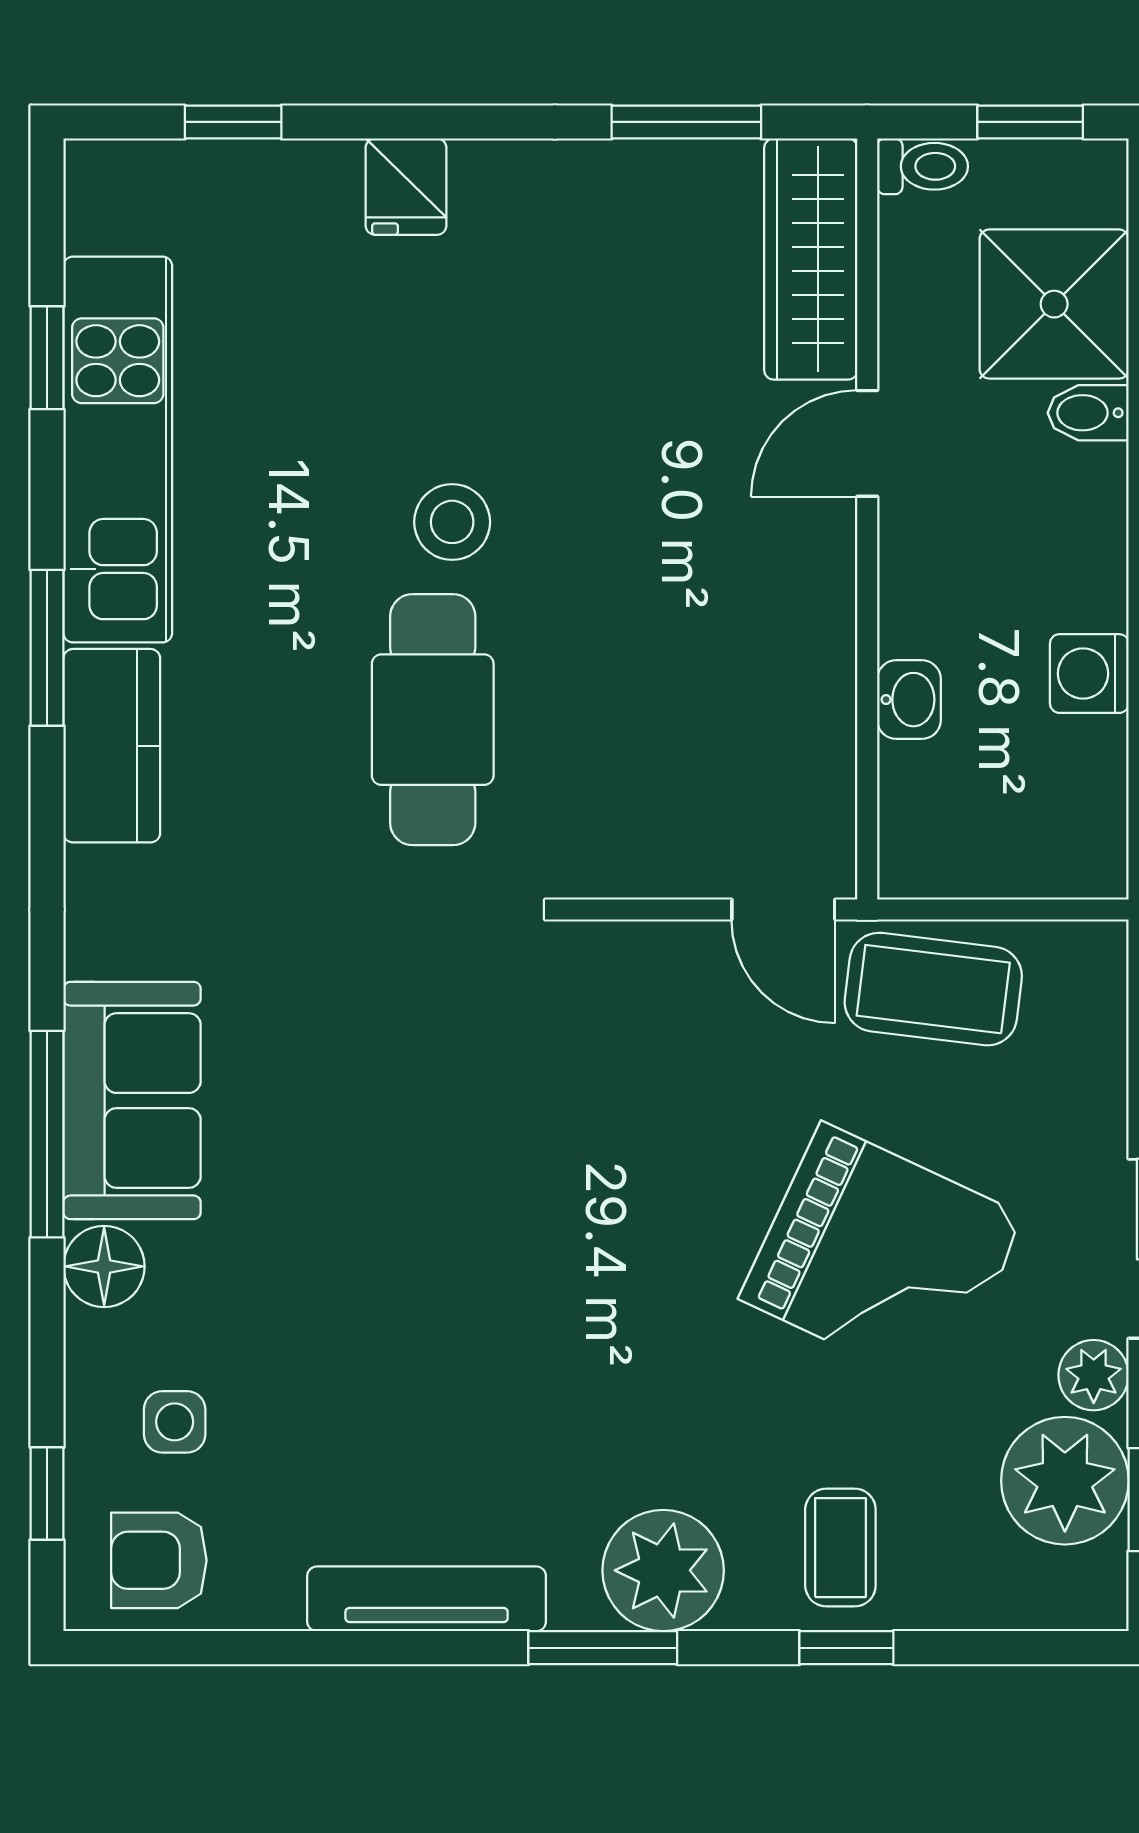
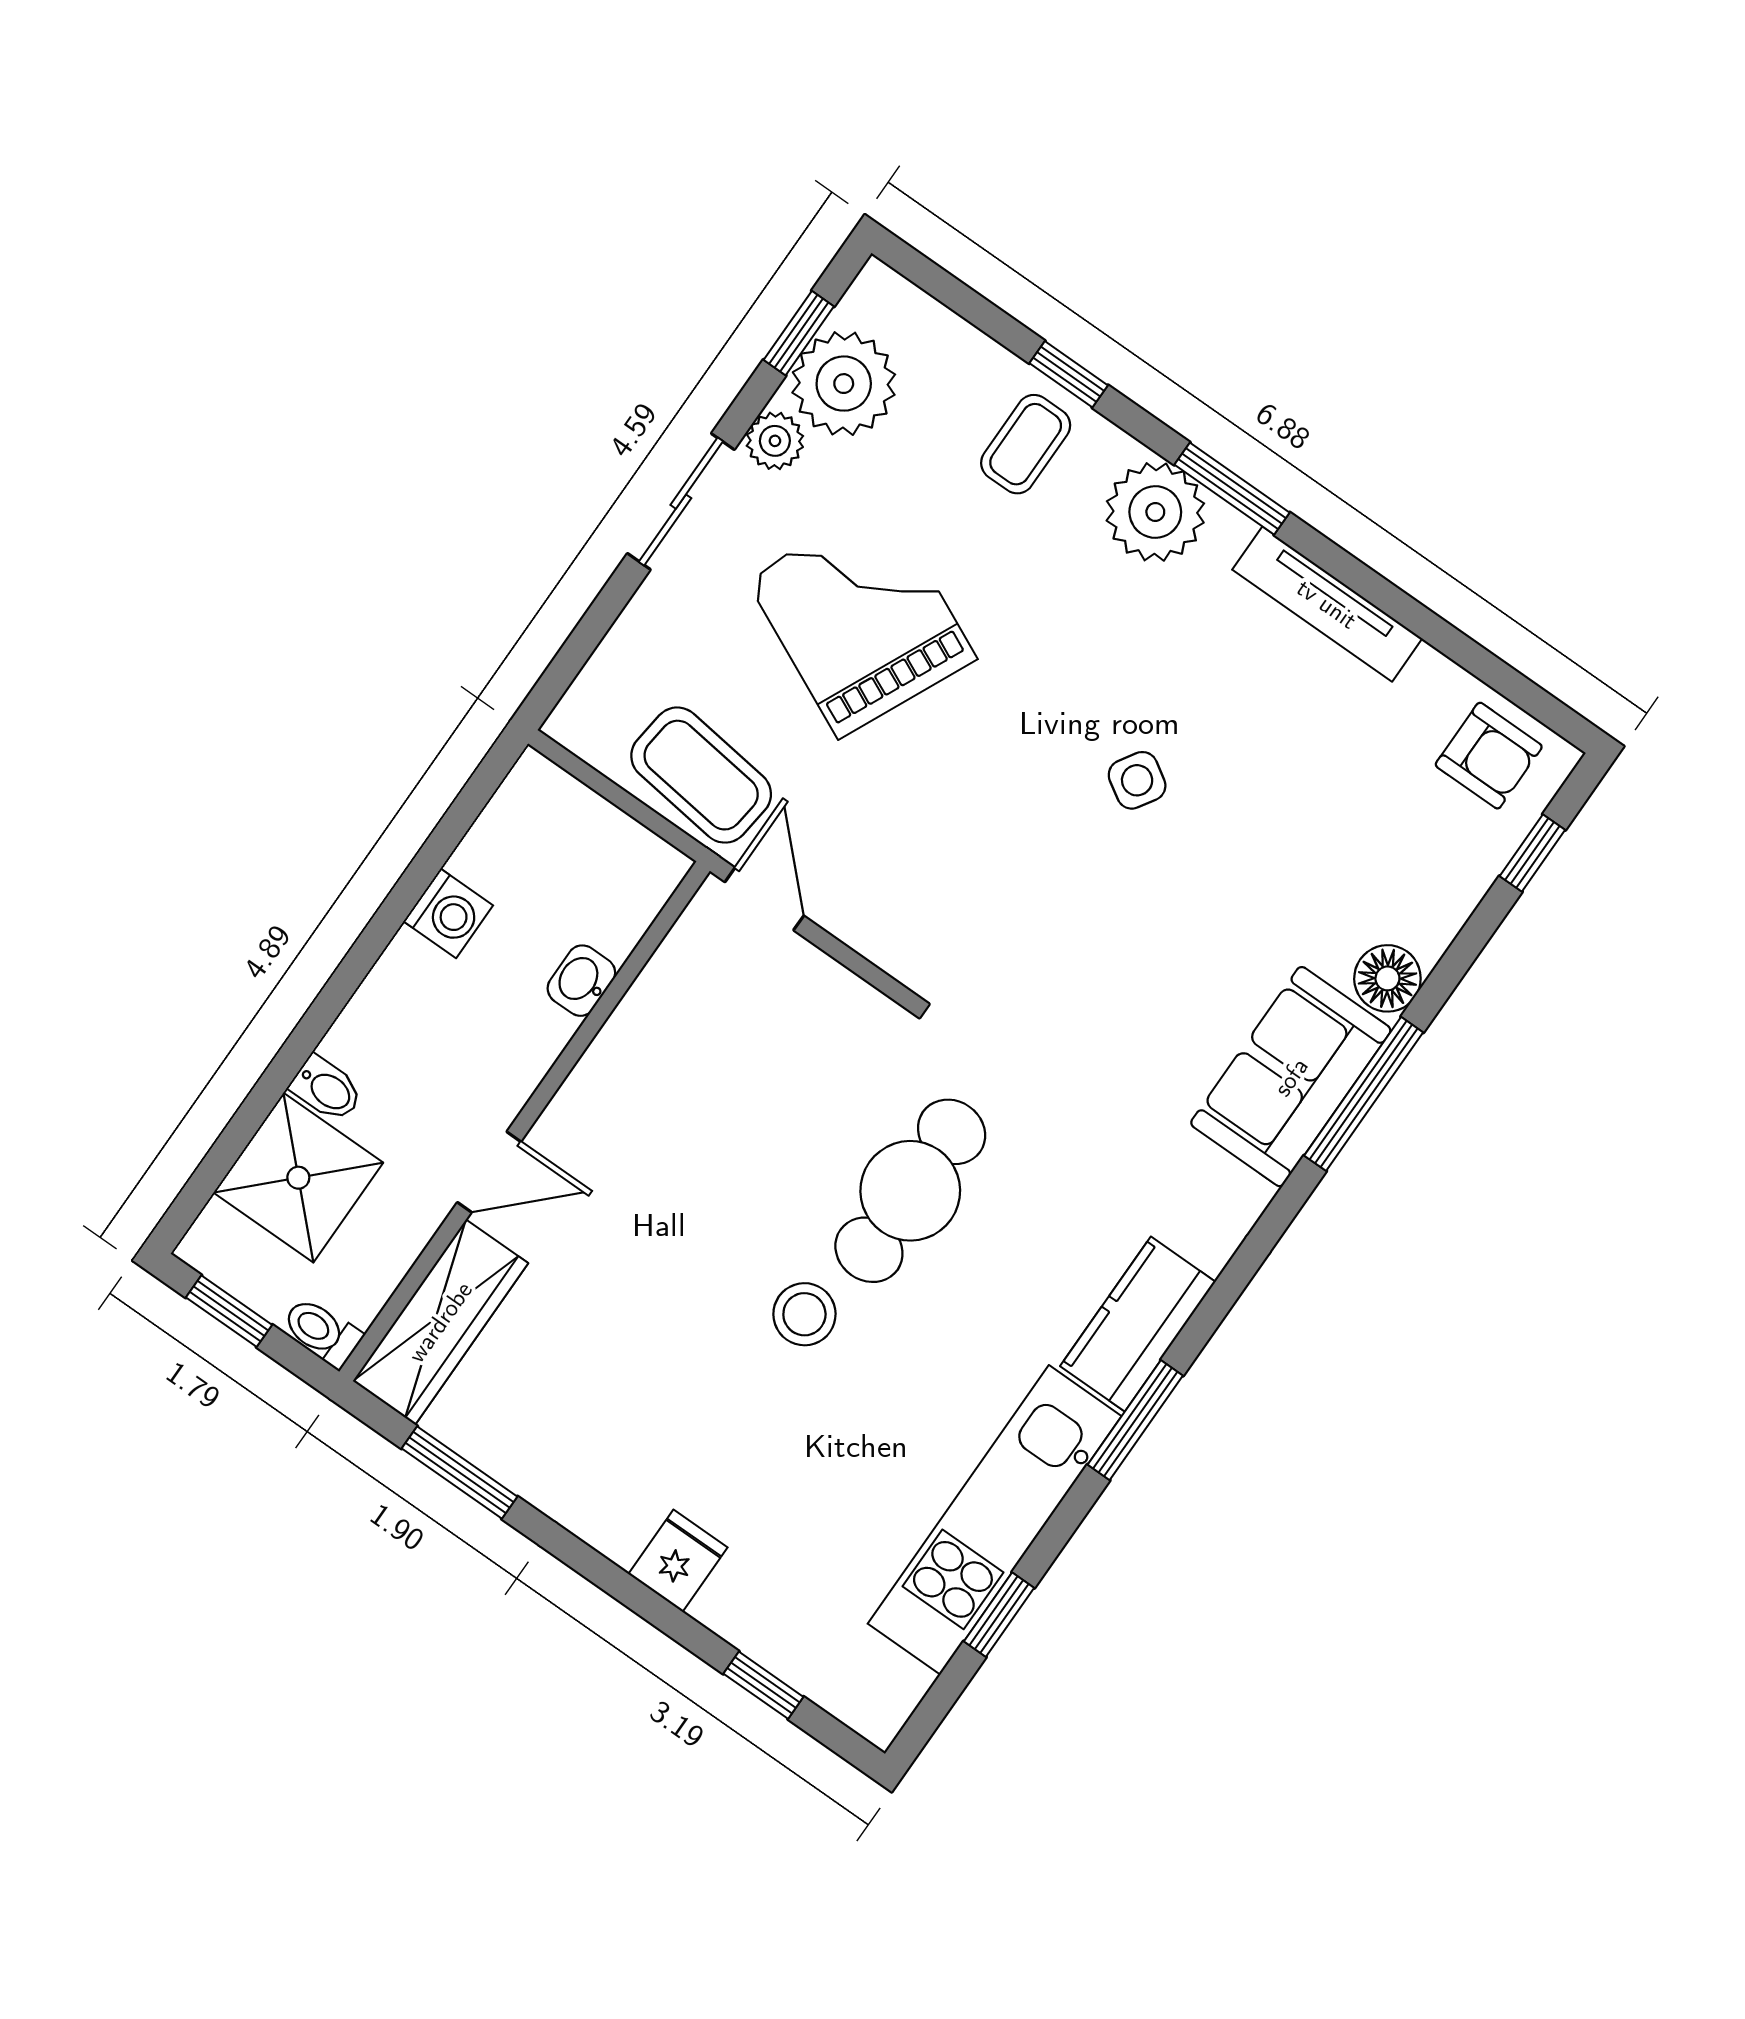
side table: (175, 1422) -> (1137, 780), moved, turned 32

